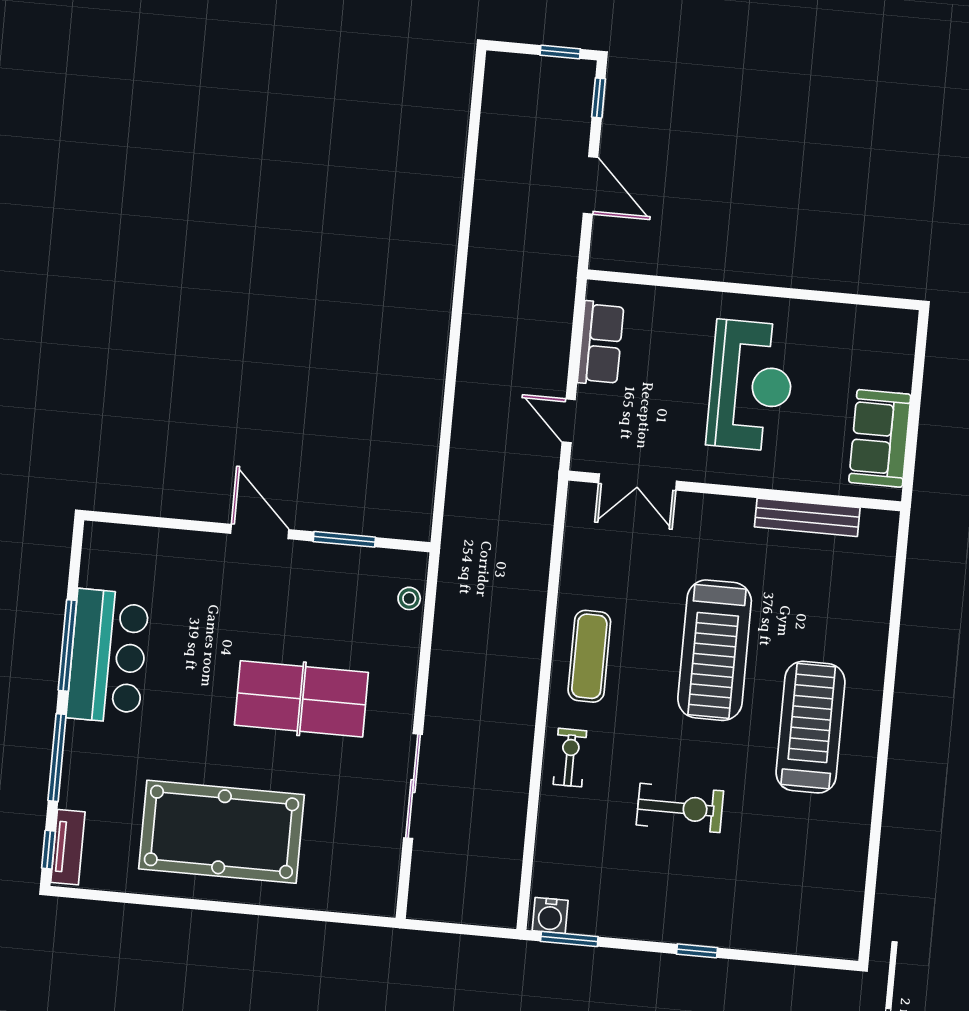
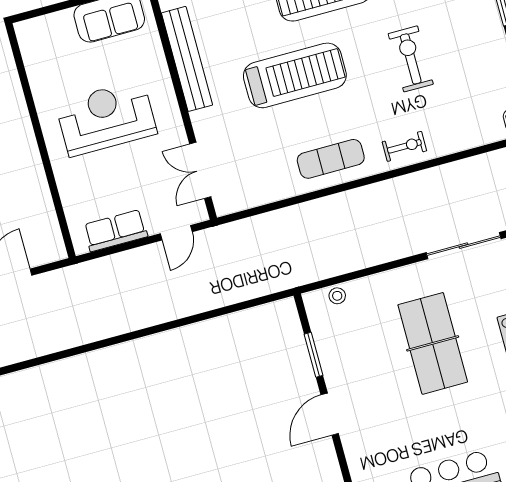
double door: (638, 482) -> (200, 170), swing flipped
bench: (807, 517) -> (187, 59), width x1.37, depth x1.21
exercise bike: (570, 758) -> (404, 146), turned 180

